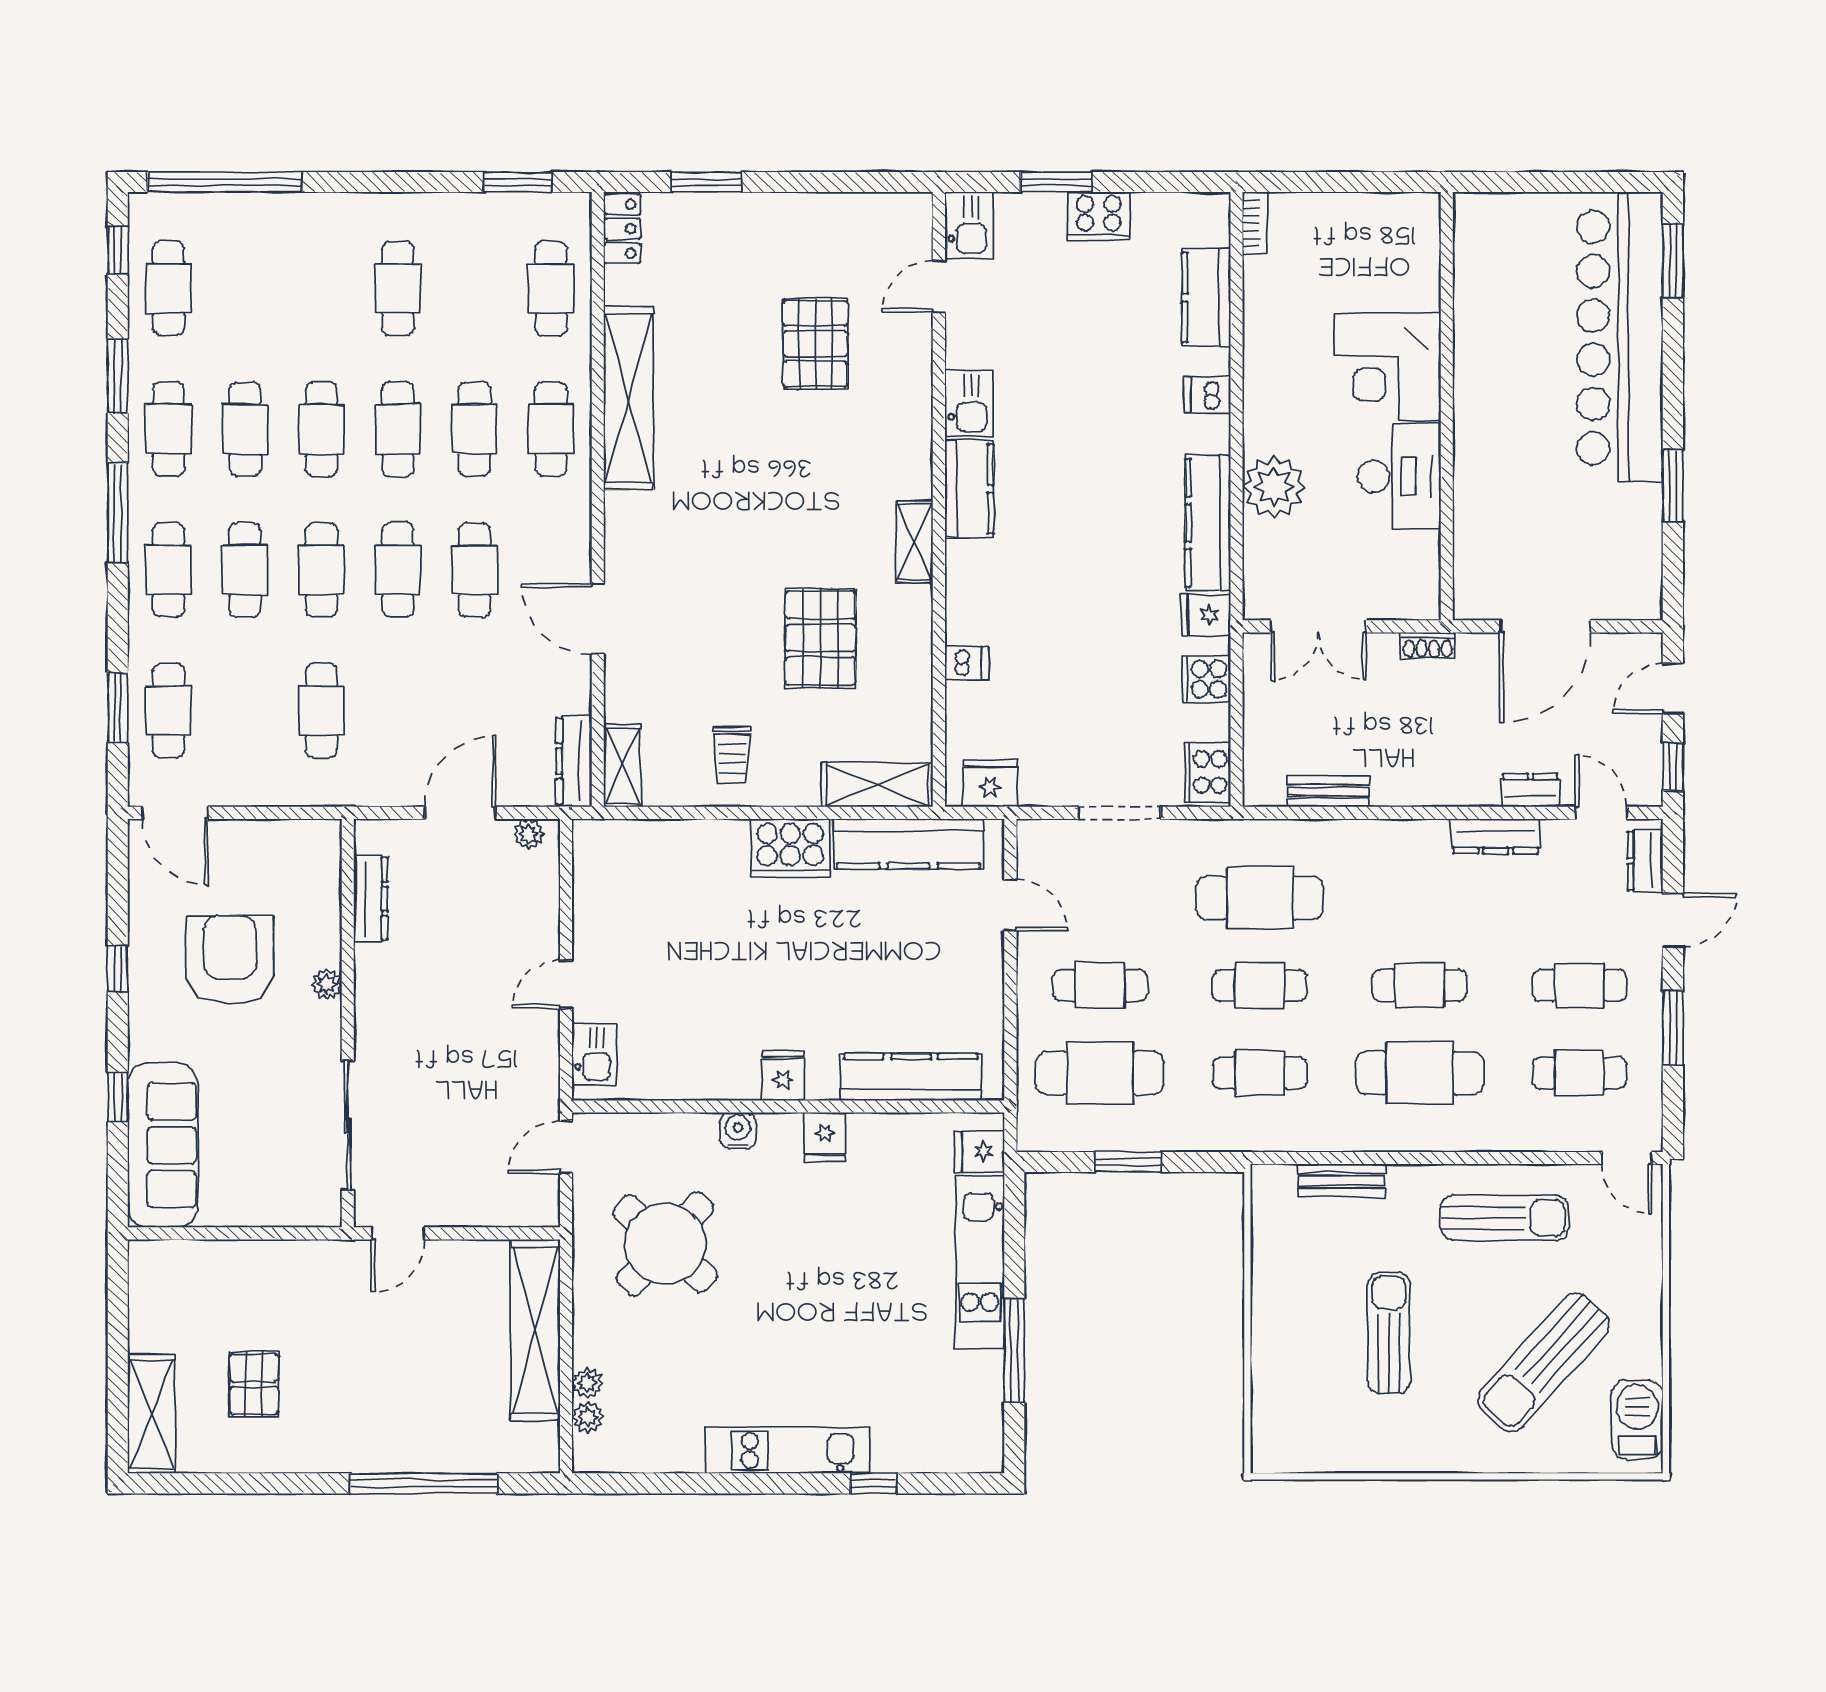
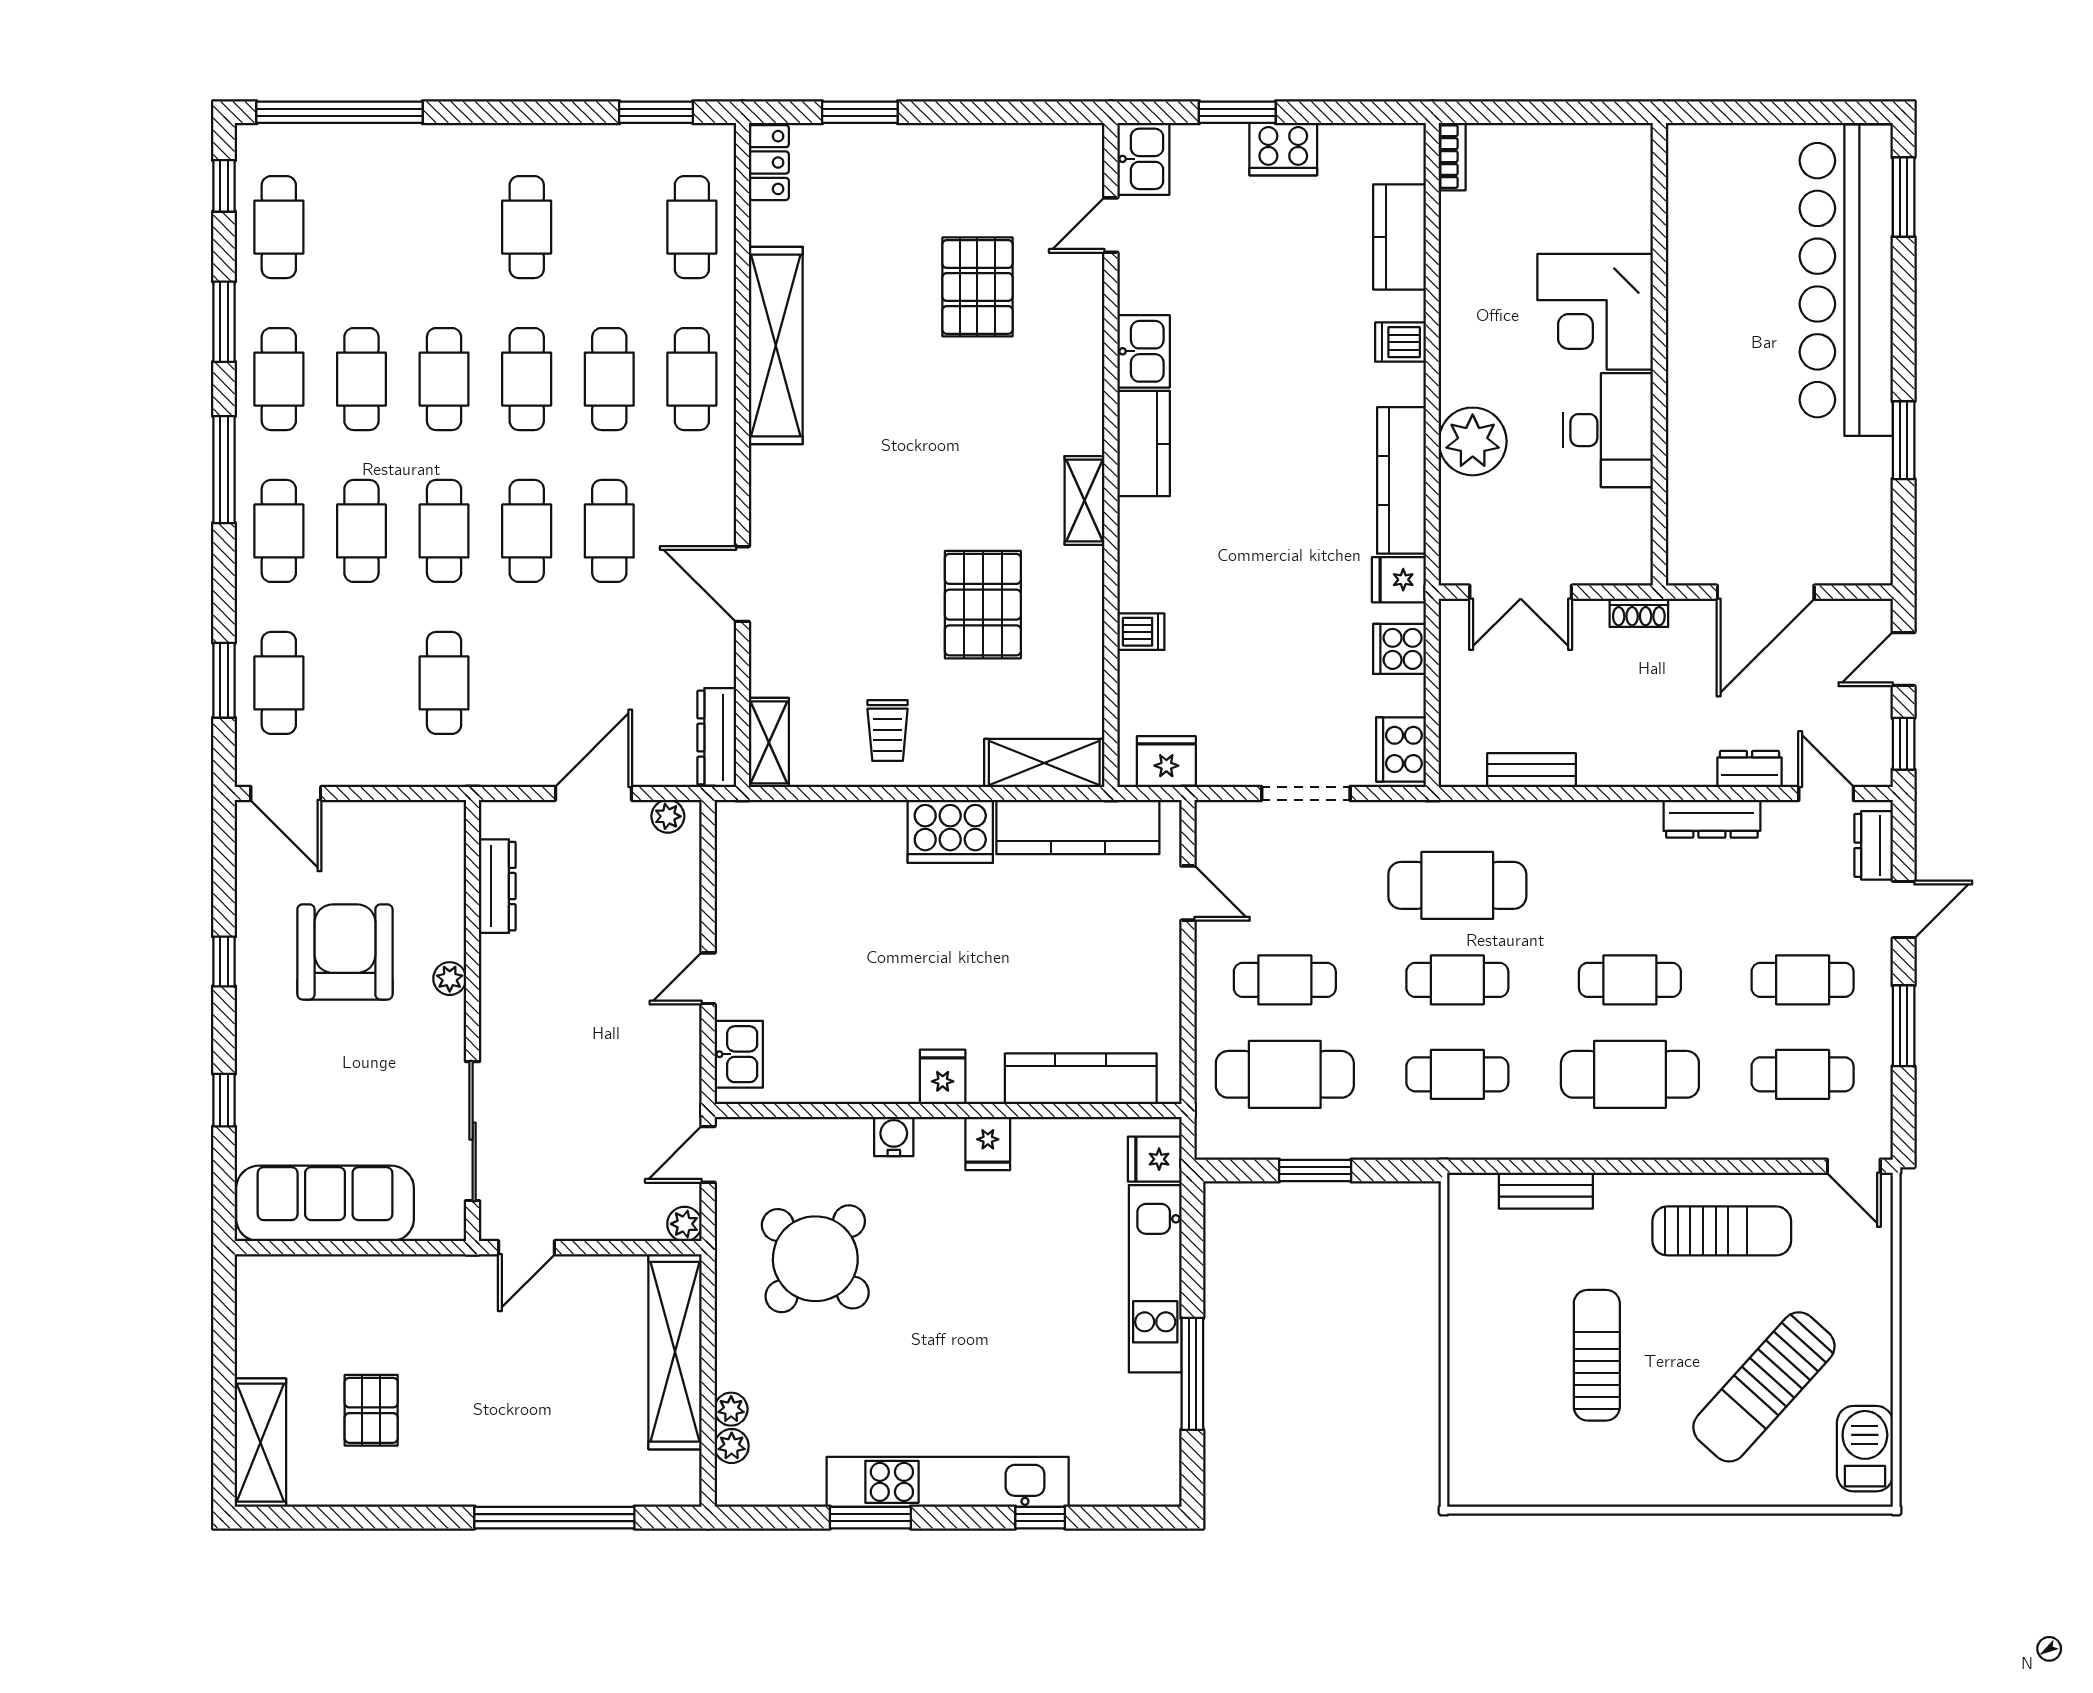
sofa: (163, 1145) -> (325, 1203), moved, turned -90
plant: (544, 1212) -> (684, 1224), added
kitchen unit: (788, 1450) -> (948, 1482), width x1.36
window: (716, 1483) -> (870, 1518), added

